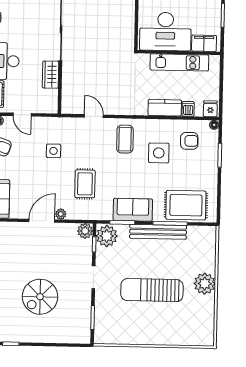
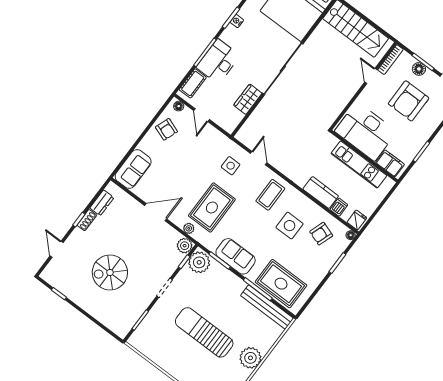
armchair: (189, 141) -> (321, 234), turned 110
side table: (54, 151) -> (231, 166), moved
rug: (85, 184) -> (212, 208), width x1.36, depth x1.43
plant: (61, 214) -> (189, 228), moved
bench: (158, 232) -> (267, 307), moved

